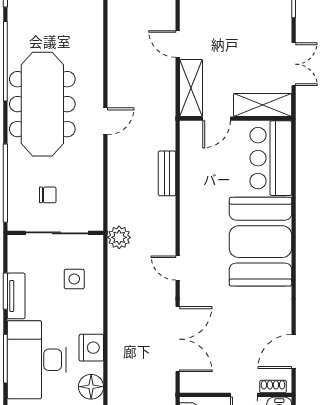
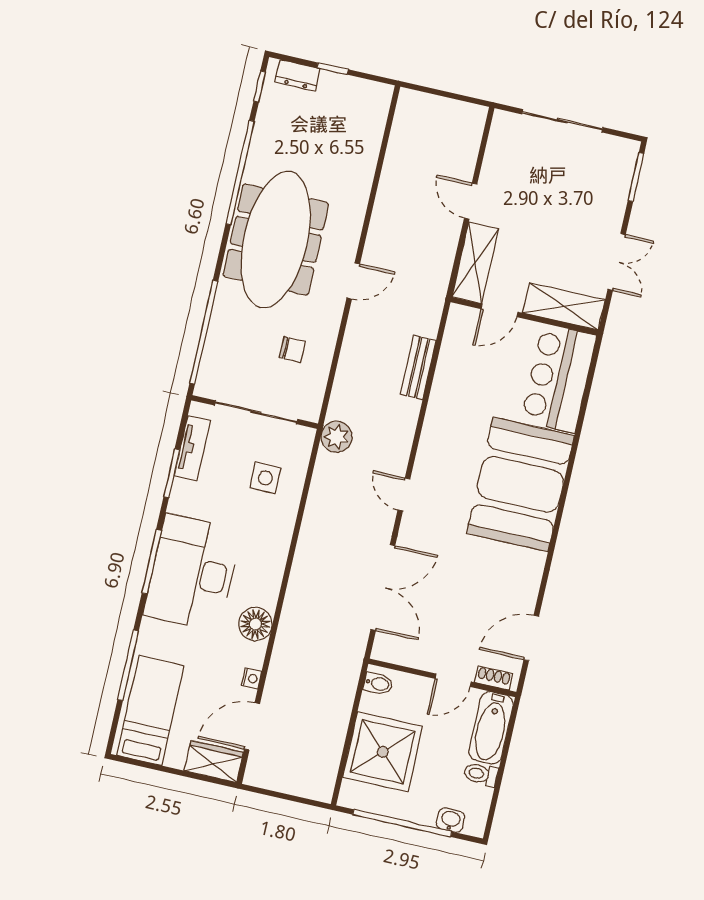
chair: (48, 195) -> (292, 349), moved
tv unit: (16, 296) -> (192, 448), moved
nightstand: (91, 348) -> (267, 573), removed

